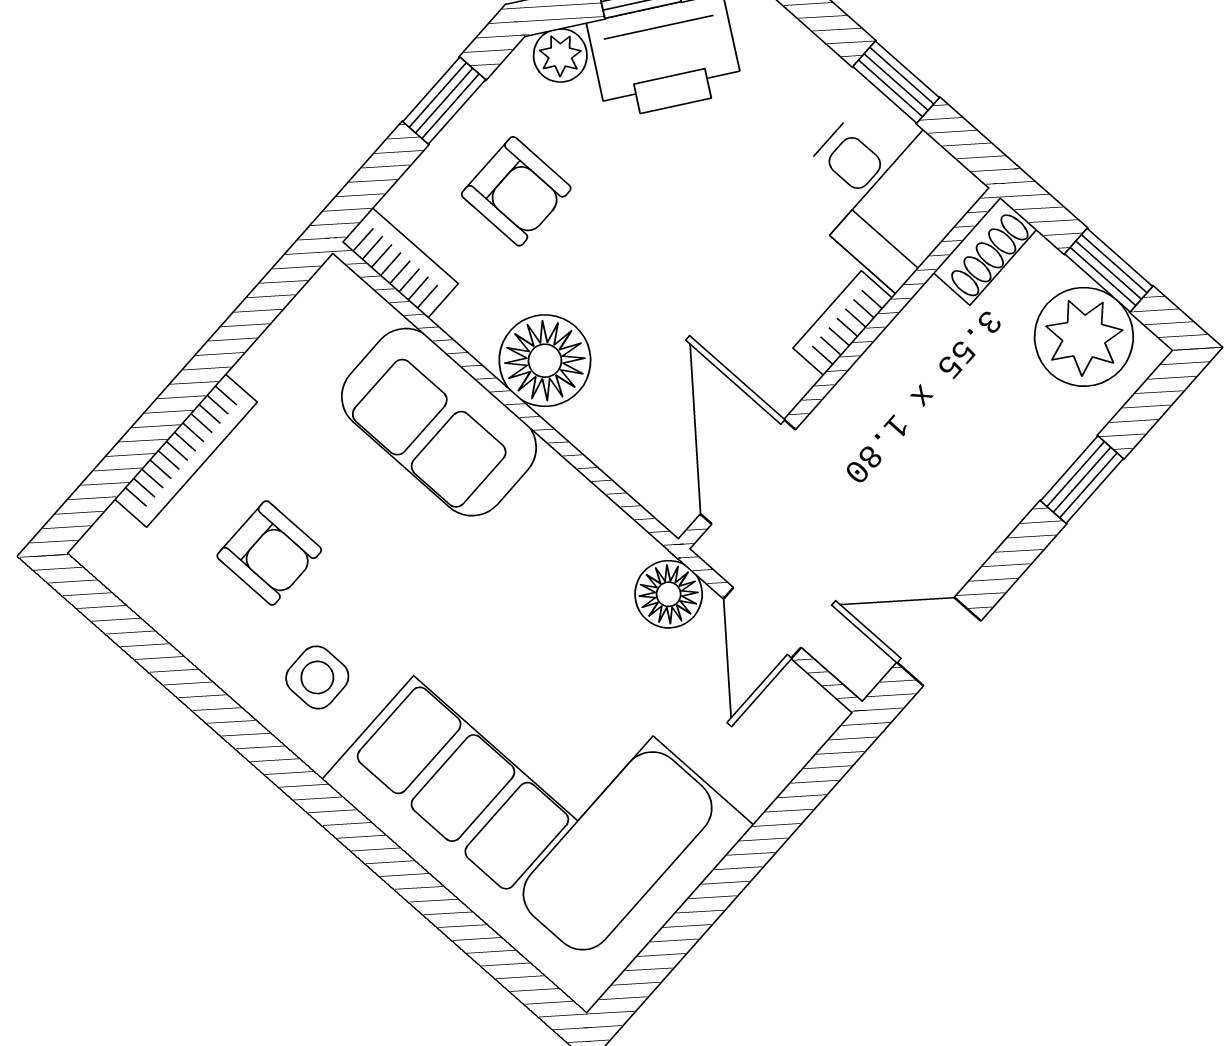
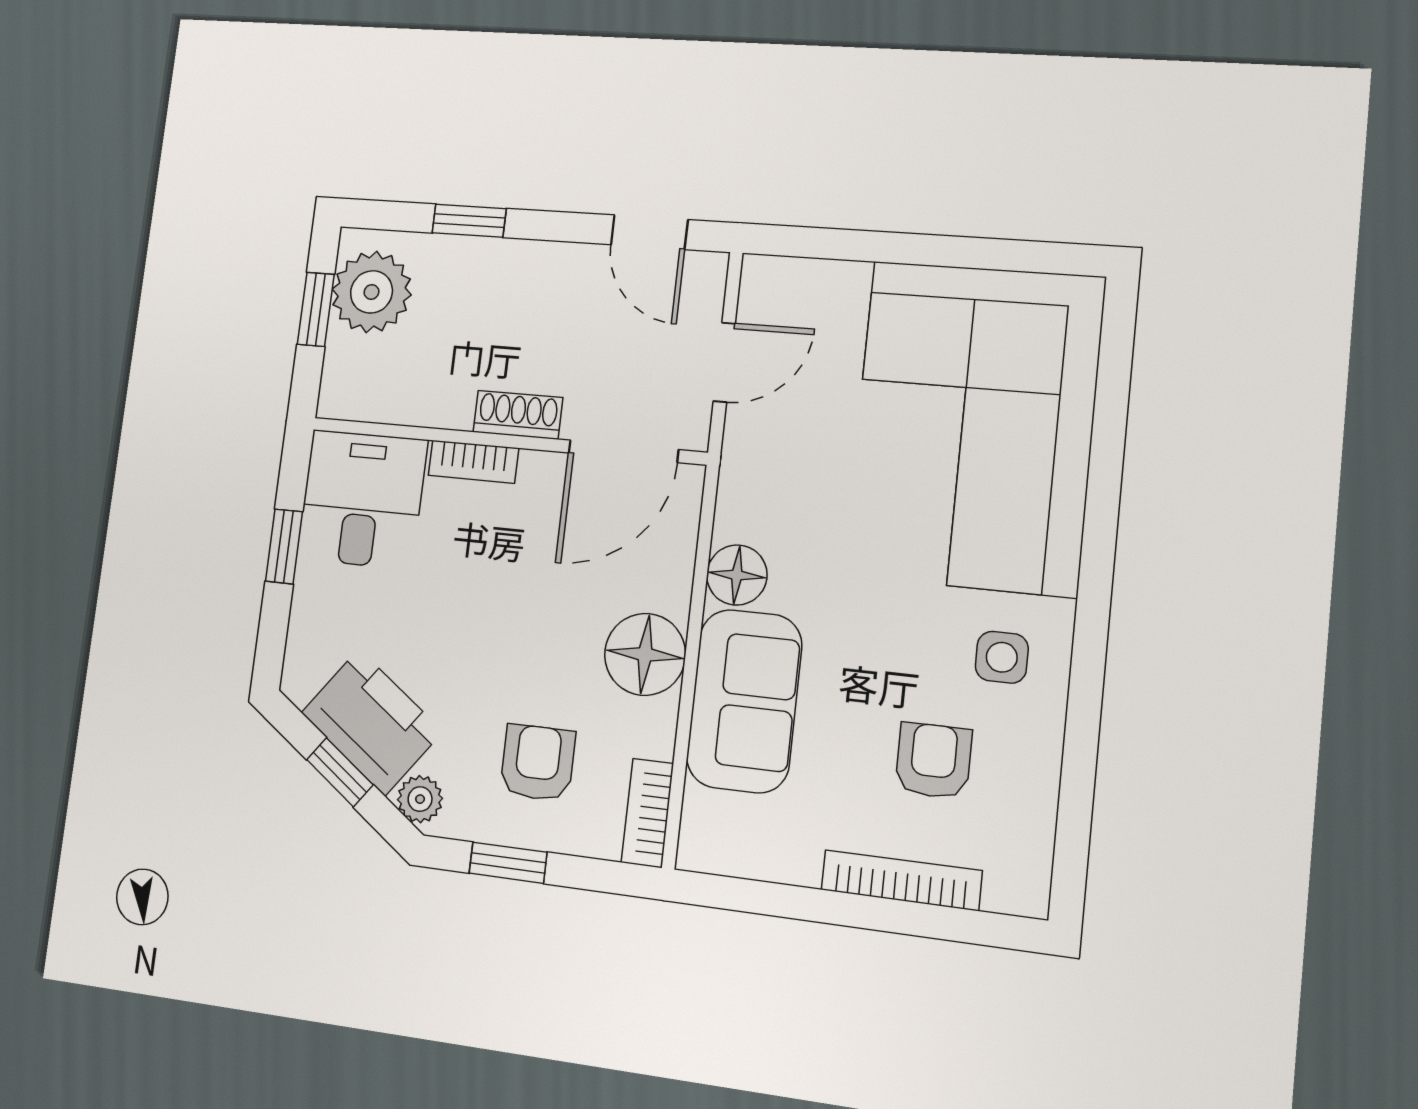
shoe rack: (985, 251) -> (518, 415), moved
floor lamp: (669, 594) -> (737, 575), moved

